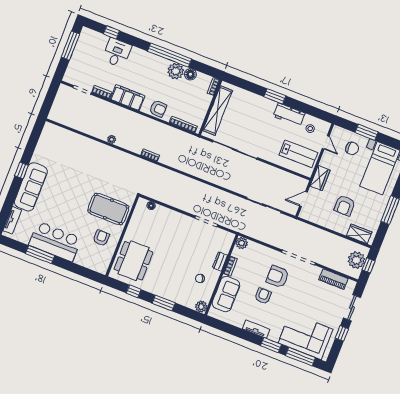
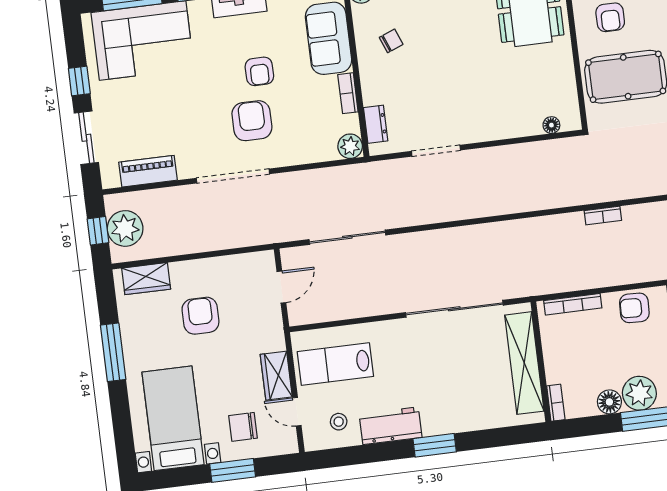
wardrobe: (320, 178) -> (276, 376), moved
dresser: (220, 261) -> (376, 124), moved
armchair: (278, 277) -> (252, 121), turned -90

